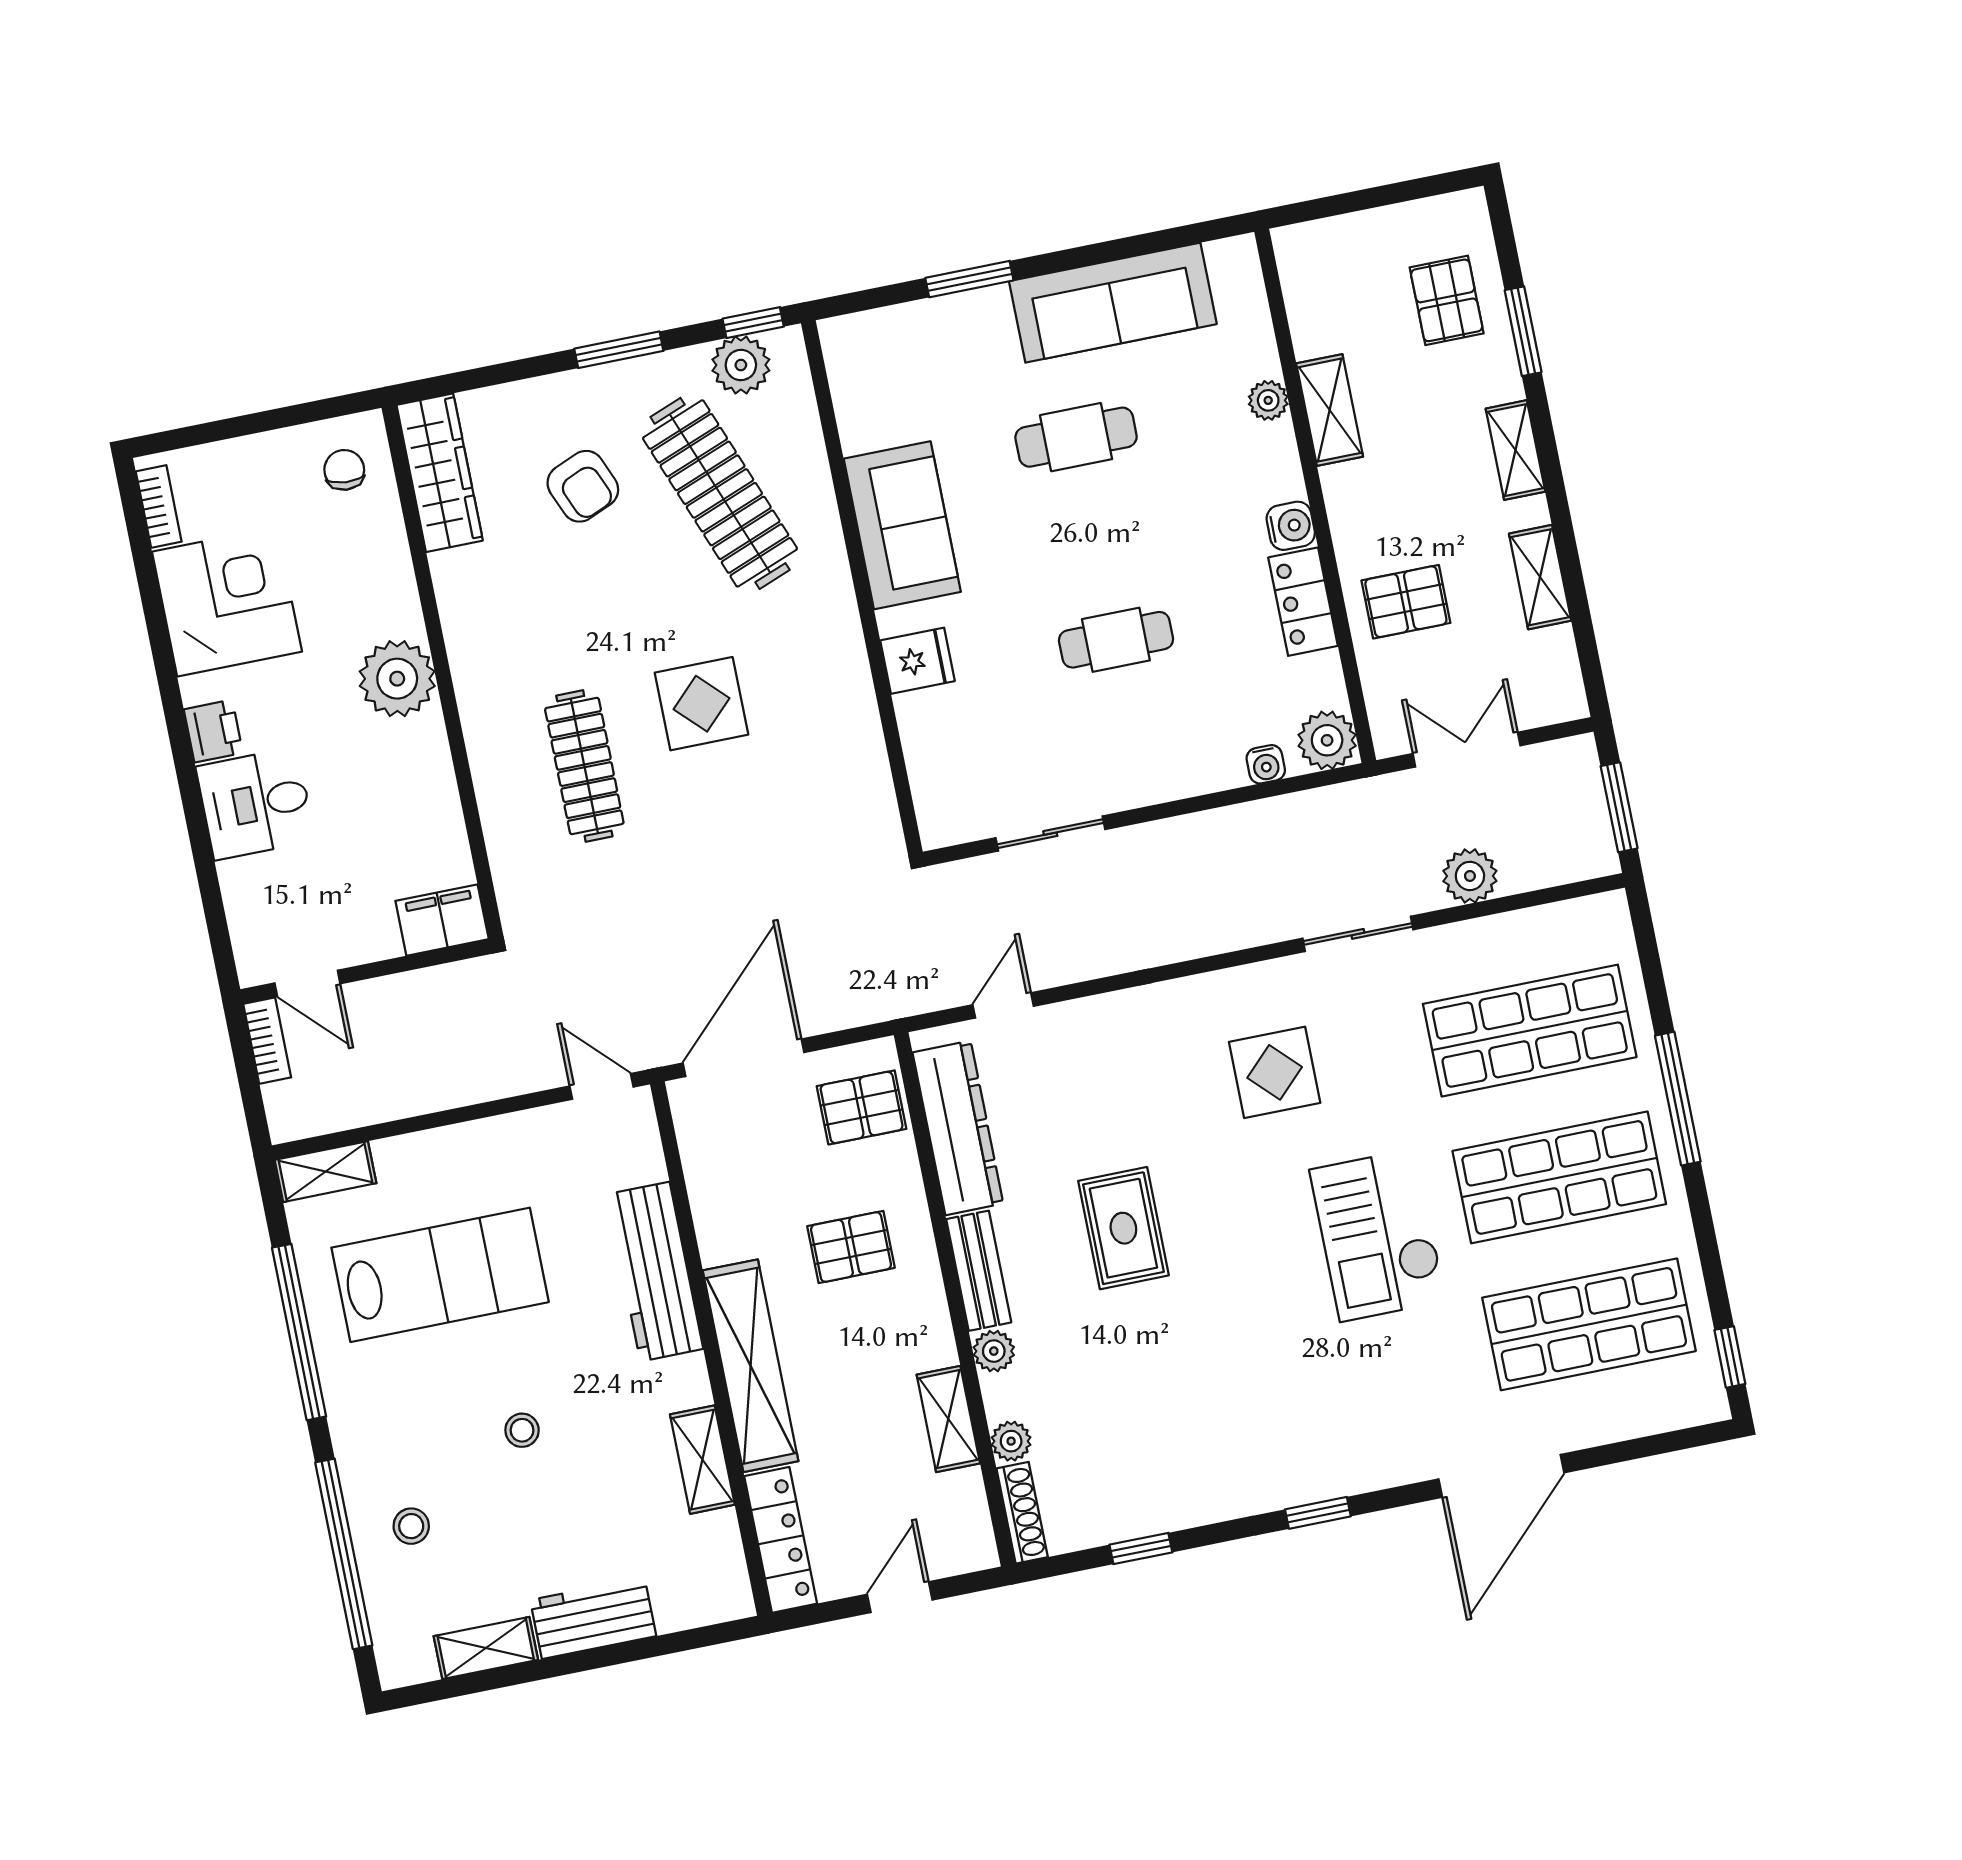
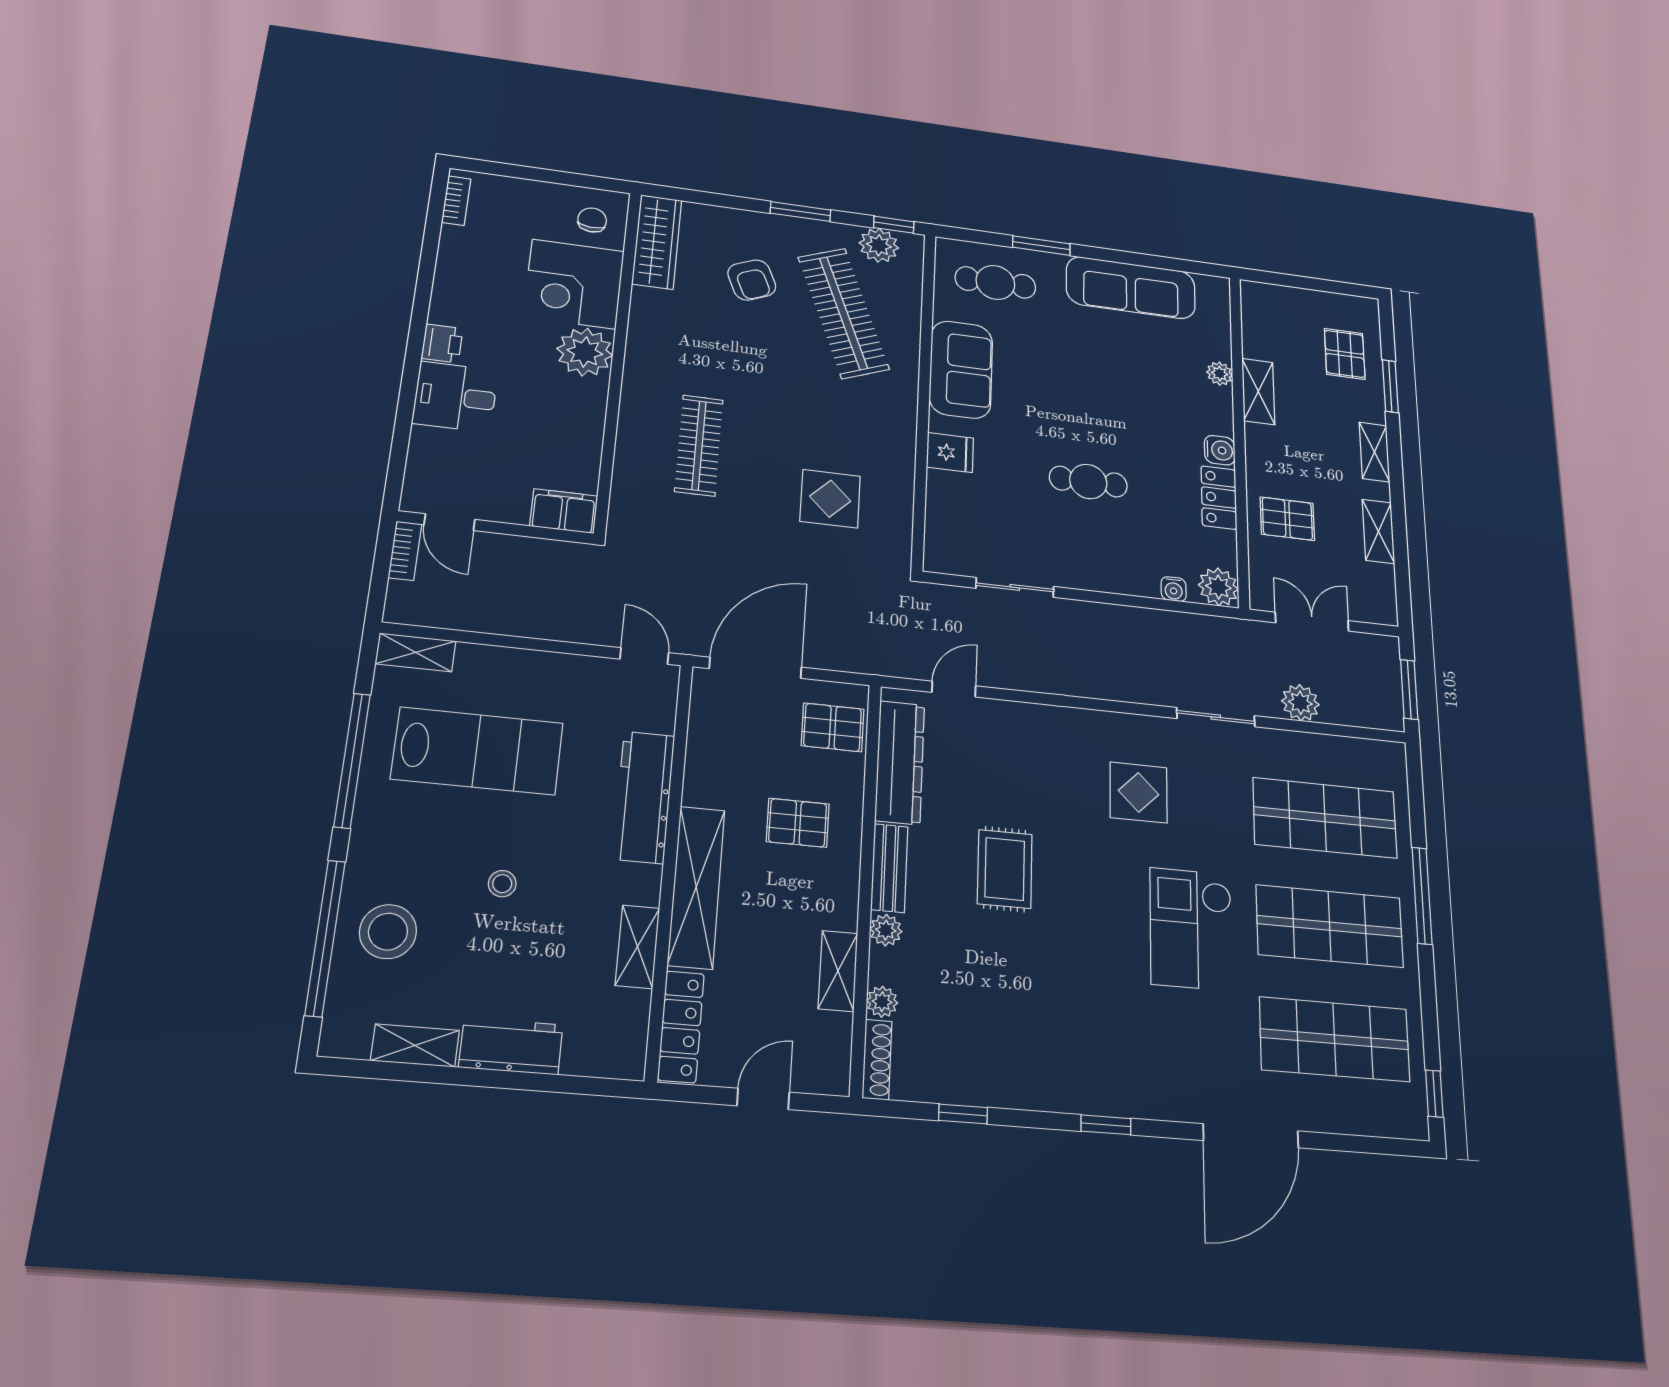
cafe table: (1076, 437) -> (995, 282), moved
corner desk: (227, 602) -> (574, 284), moved, turned 180
display table: (702, 704) -> (830, 499), moved
stool: (411, 1526) -> (388, 932), width x1.89, depth x1.89

